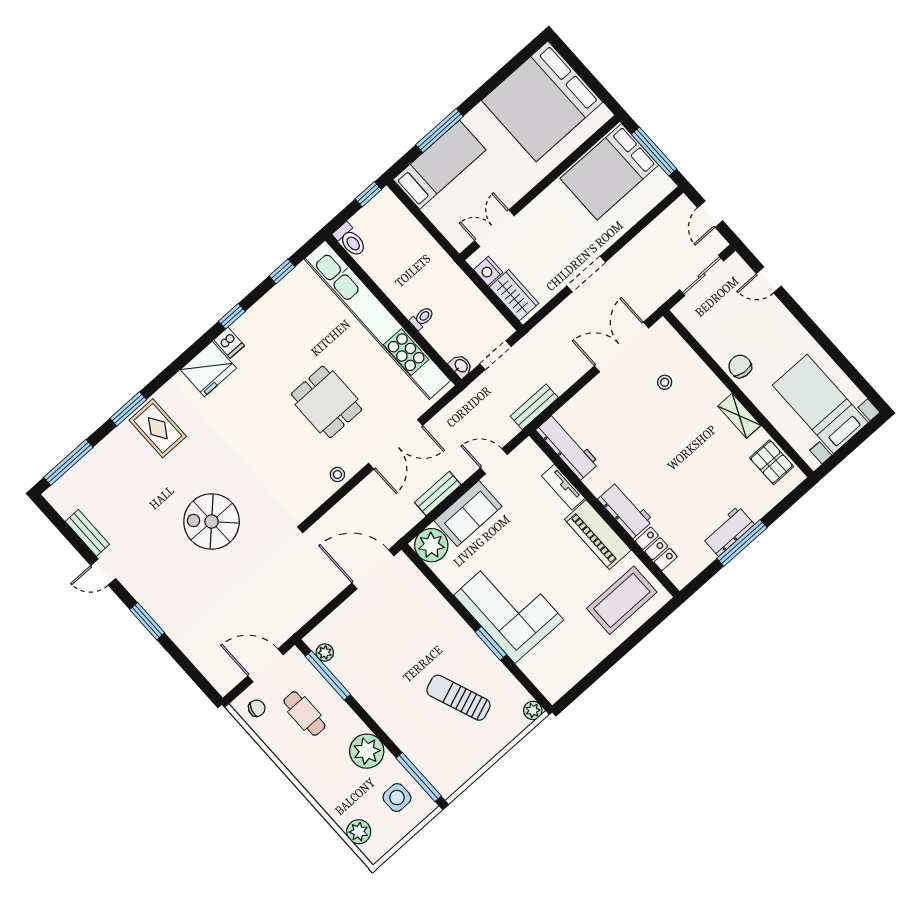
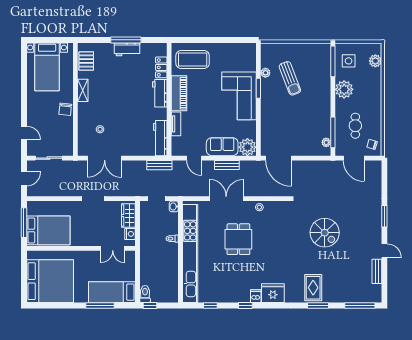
toilet: (350, 240) -> (145, 294), moved
plant: (533, 710) -> (265, 73), moved

